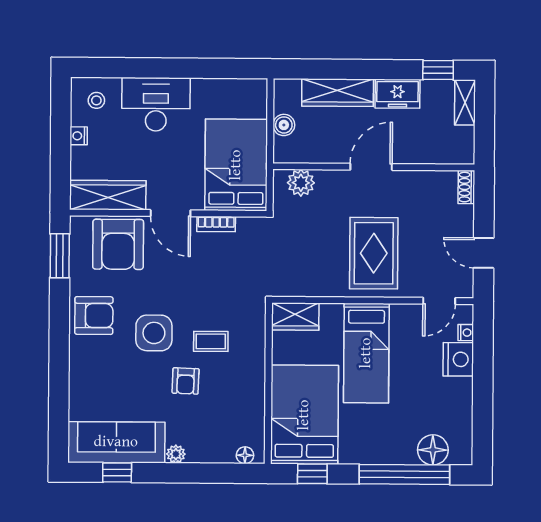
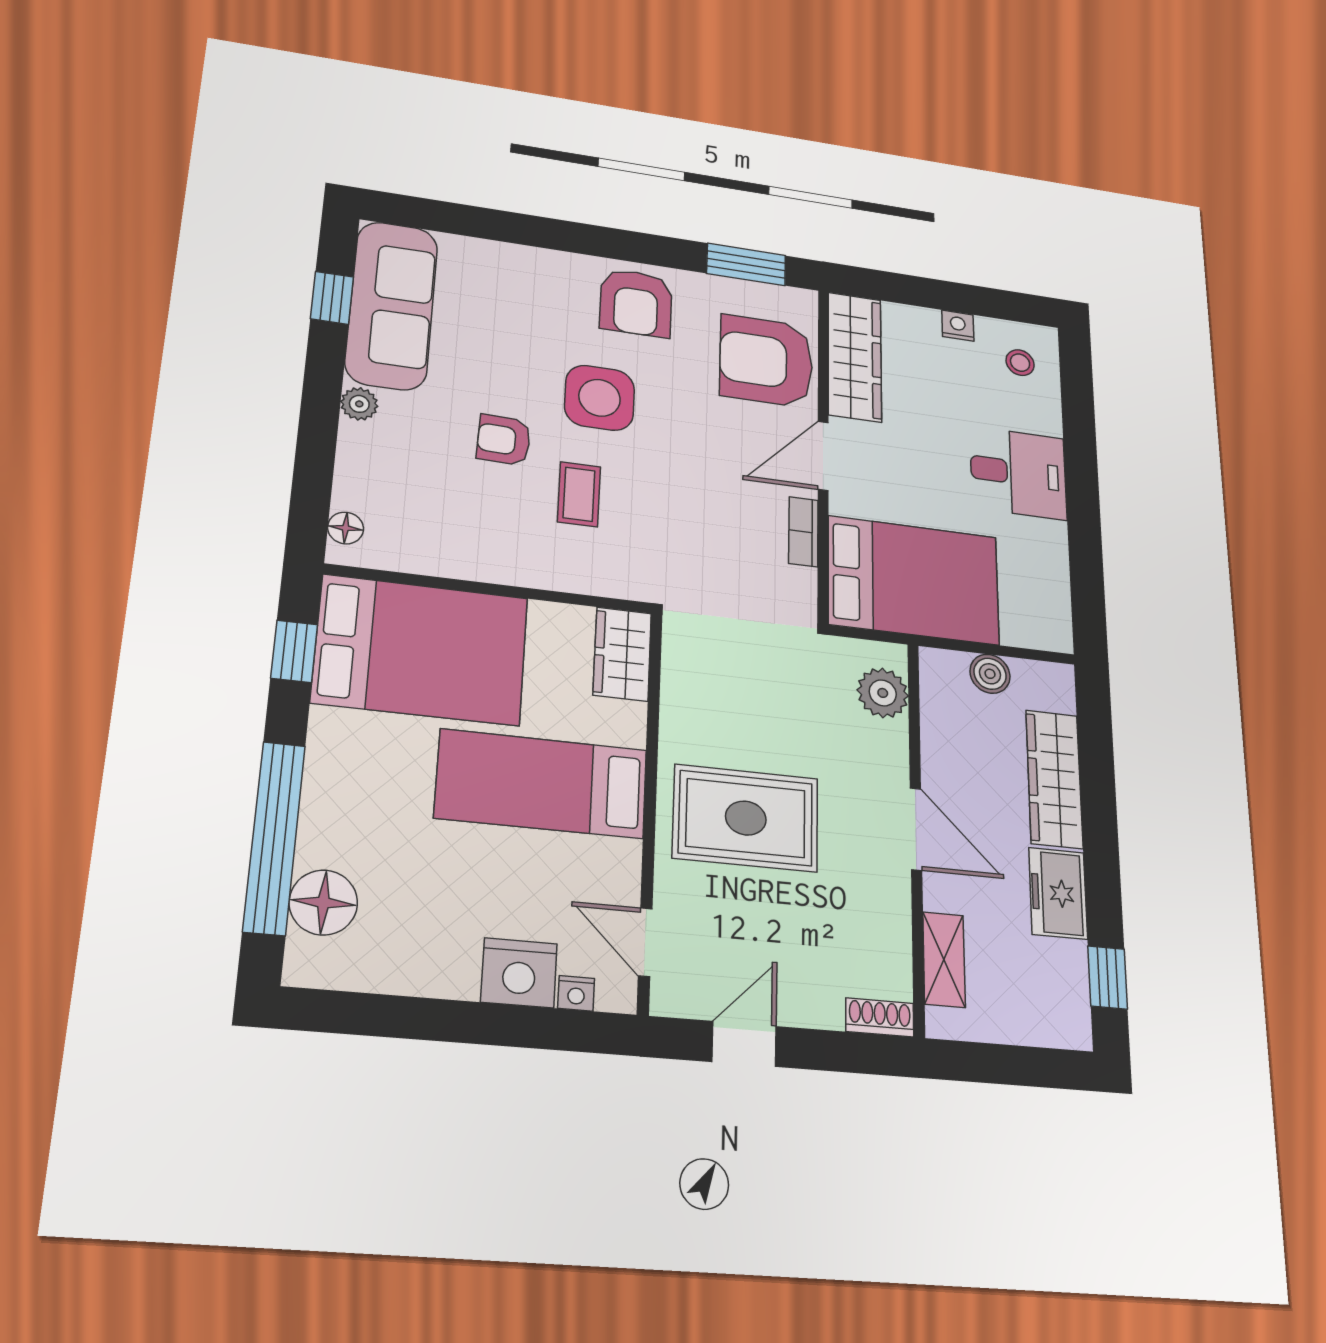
shelving: (465, 102) -> (944, 960), moved, turned 90
desk: (156, 104) -> (1018, 473), width x0.73

